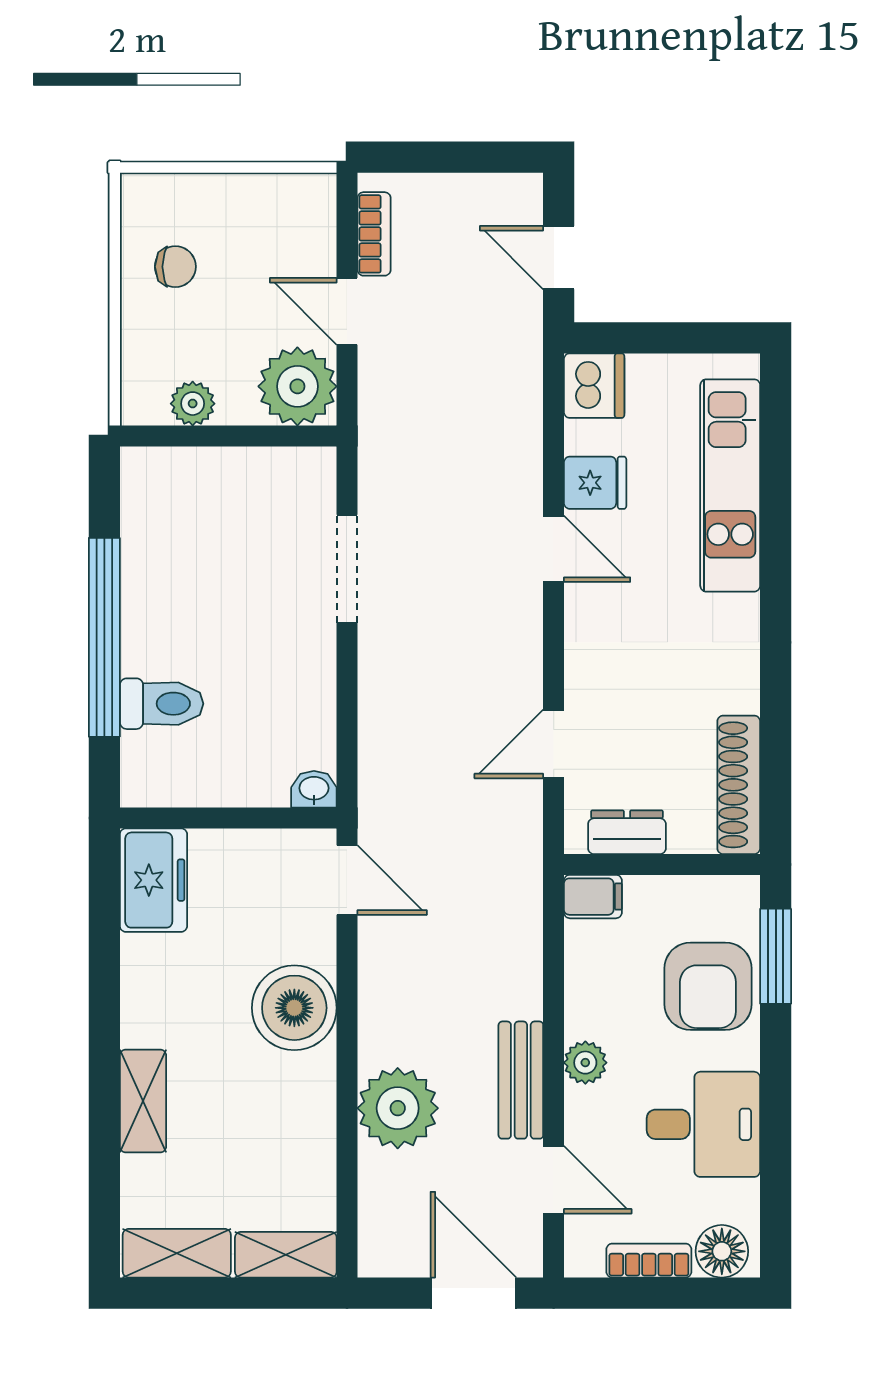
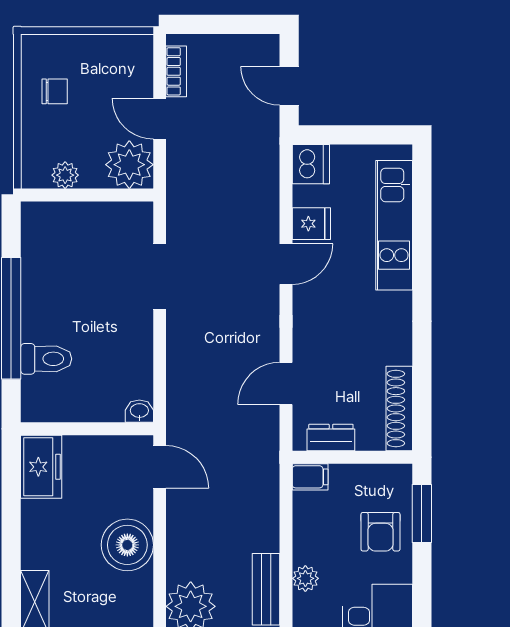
door: (554, 549) -> (286, 264), hinge flipped
armchair: (708, 986) -> (380, 532), width x0.72, depth x0.72

